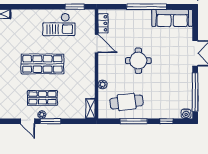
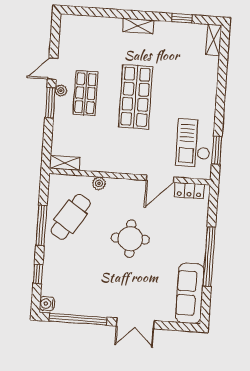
checkout: (59, 25) -> (194, 143), moved
cafe table: (127, 102) -> (71, 217), turned 40

